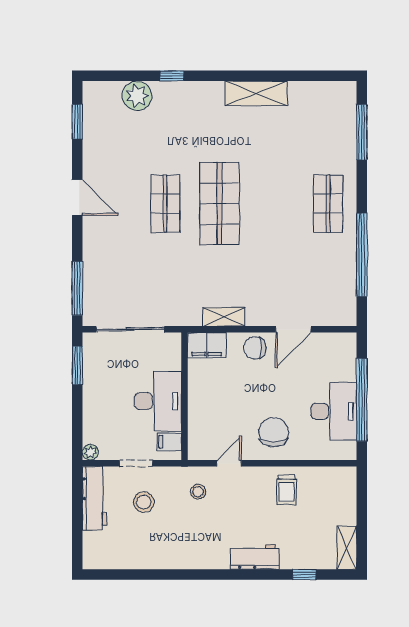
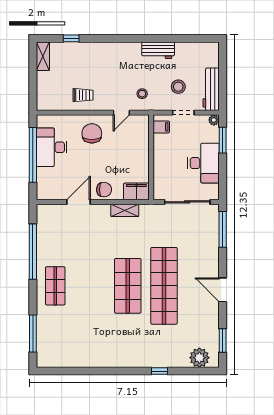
shelving: (256, 93) -> (103, 359), removed
plant: (137, 96) -> (199, 358), moved
shop shelf: (165, 204) -> (164, 286), width x2.00, depth x1.36
window: (77, 365) -> (223, 140), moved
desk: (158, 401) -> (203, 163), moved, turned 180
chair: (273, 432) -> (92, 133), turned 180
trolley: (287, 490) -> (83, 95), turned 90
workbench: (255, 557) -> (158, 50), moved

